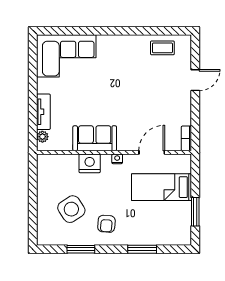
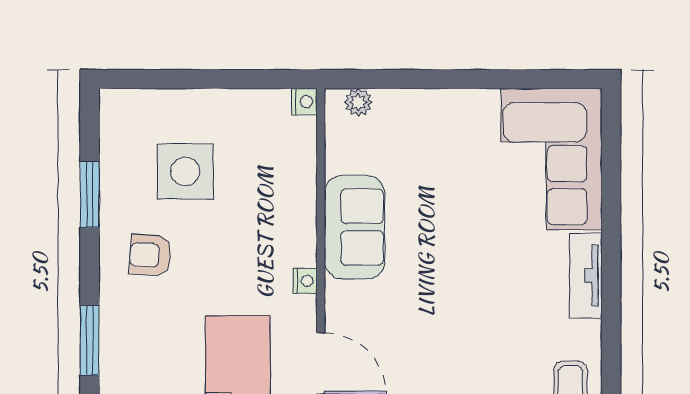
tv unit: (43, 112) -> (586, 275), moved, turned 90
nightstand: (90, 163) -> (304, 102), moved, width x0.53, depth x0.56
side table: (71, 209) -> (185, 171), turned 33

